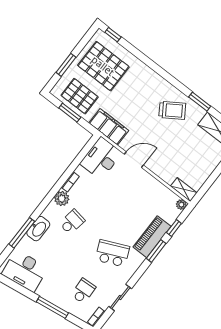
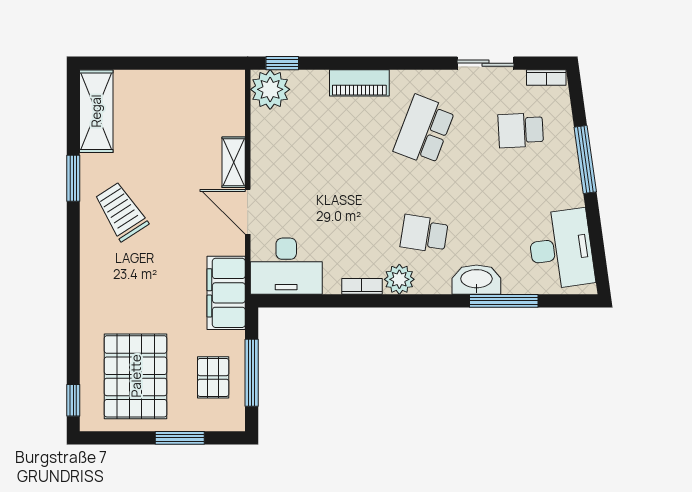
pallet: (80, 96) -> (213, 377), width x0.67, depth x0.71
window: (70, 113) -> (252, 373), width x1.44
shelving: (184, 189) -> (234, 162), moved
plant: (181, 205) -> (270, 89), width x1.88, depth x1.88
window: (174, 228) -> (282, 63), moved
piano: (152, 237) -> (359, 83), width x0.73, depth x0.75
window: (156, 251) -> (366, 63), removed
school desk: (112, 253) -> (424, 130), turned 45

